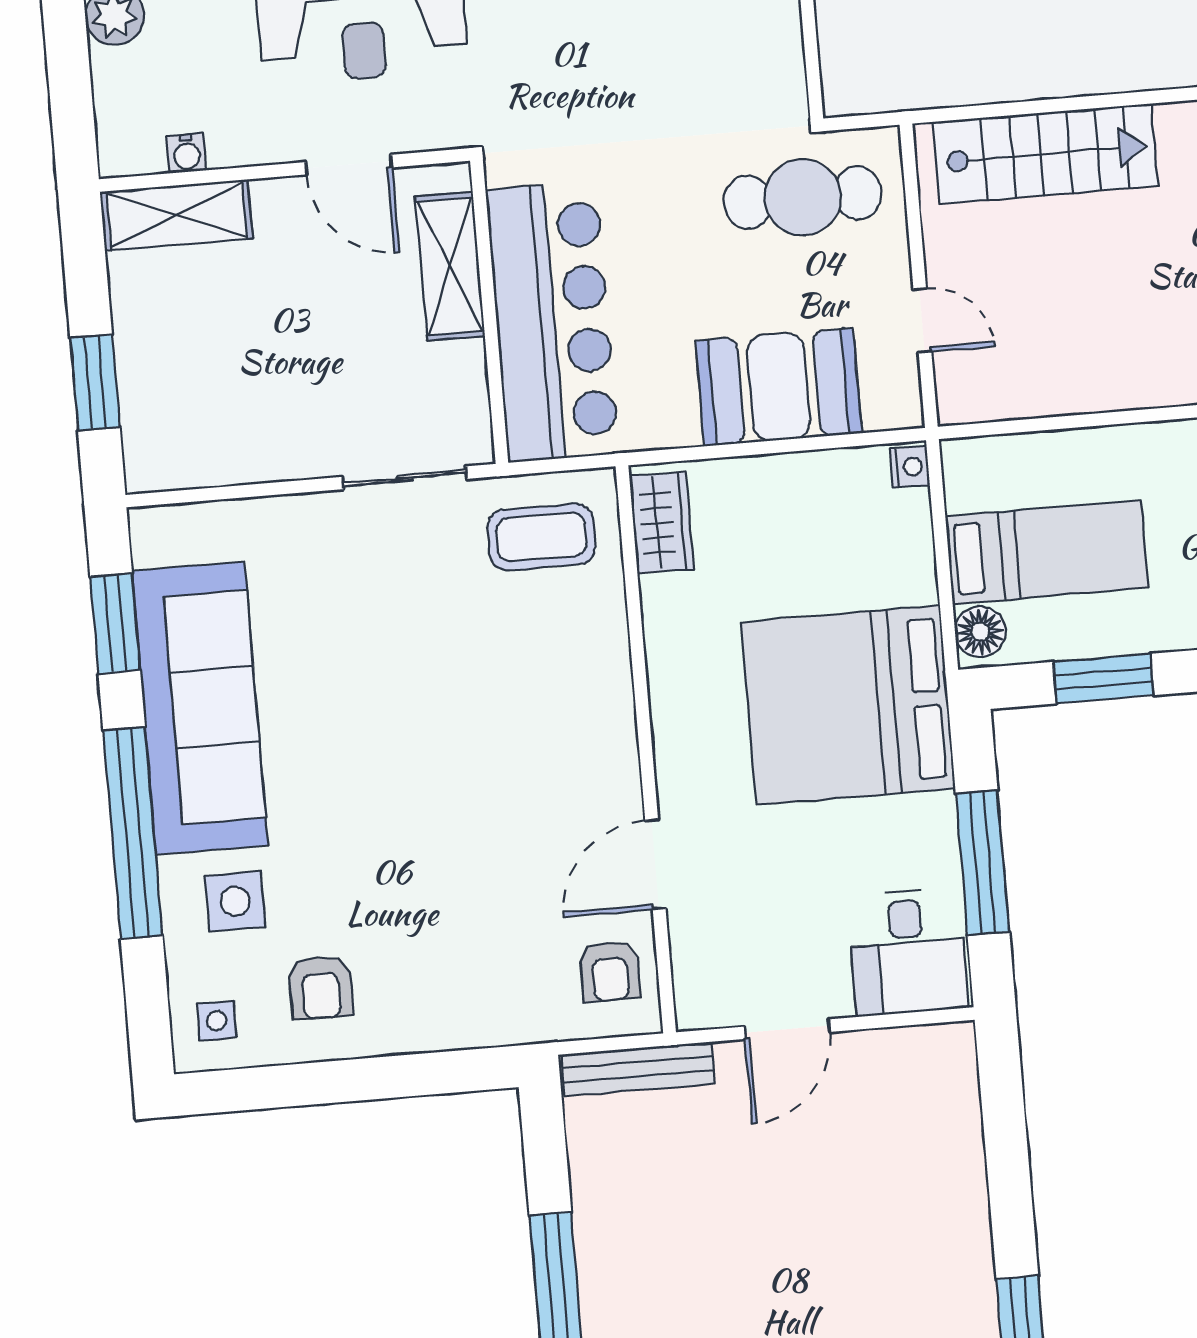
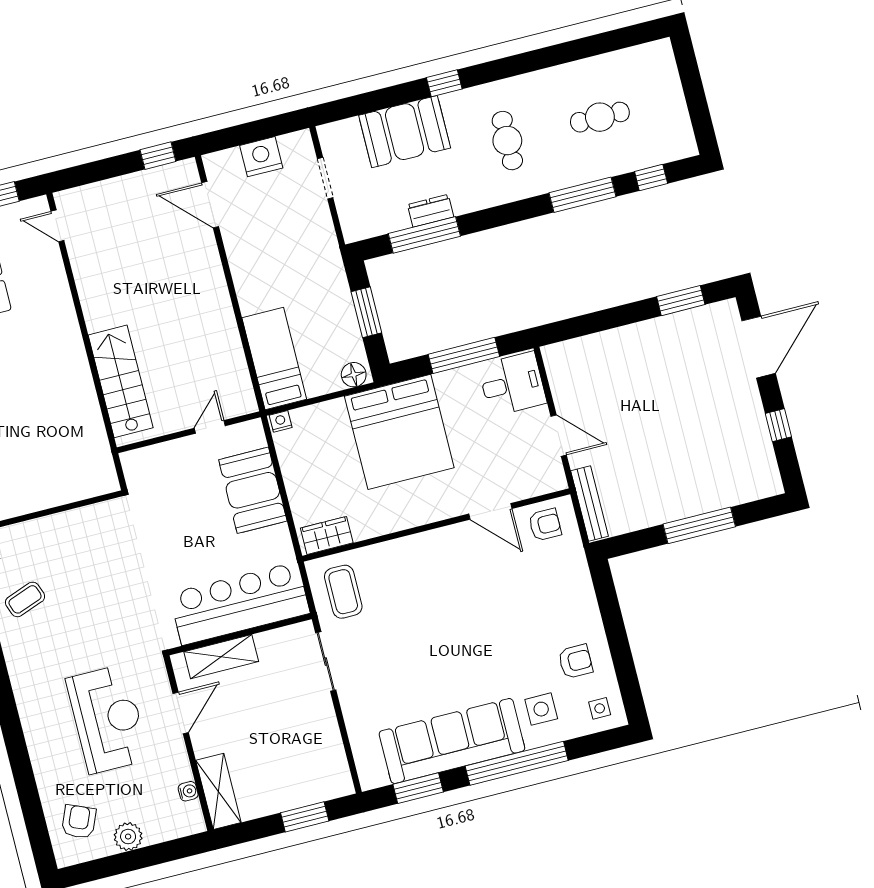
cafe table: (803, 197) -> (161, 494), removed
bed: (1047, 552) -> (274, 358), moved

